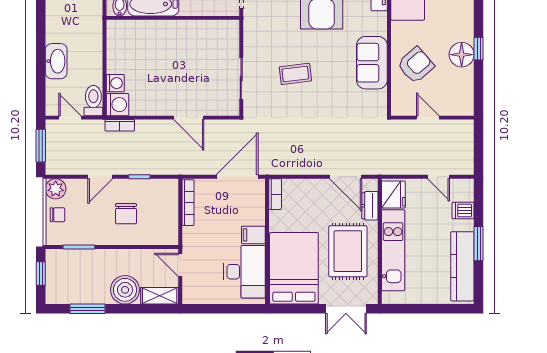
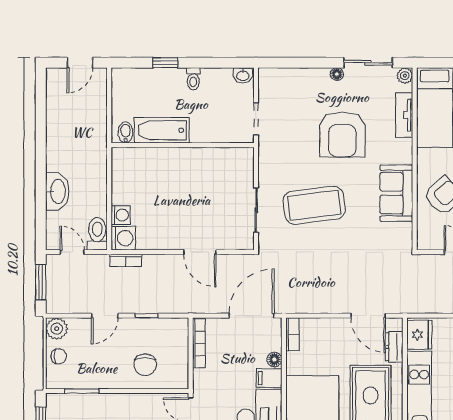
coffee table: (295, 74) -> (314, 205), width x1.86, depth x1.72
chair: (126, 214) -> (145, 365), moved
floor lamp: (258, 218) -> (274, 360), added

